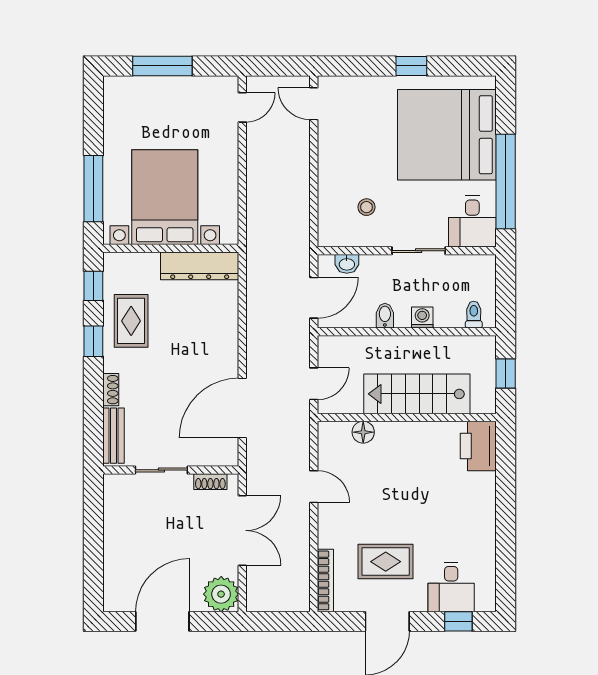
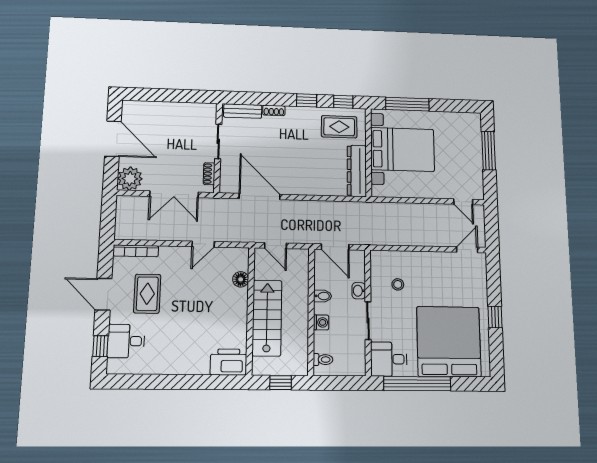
washbasin: (347, 264) -> (359, 291), moved
rug: (131, 321) -> (339, 127), moved

